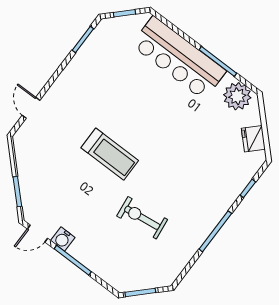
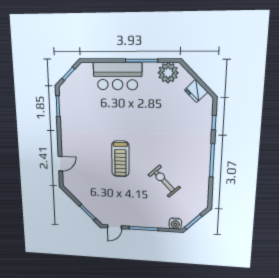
bar counter: (179, 58) -> (118, 76), width x0.73
door: (31, 108) -> (60, 164), swing flipped
treadmill: (110, 154) -> (120, 159), turned 90
exercise bike: (142, 218) -> (164, 181), turned 54
water cooler: (63, 239) -> (175, 224), moved

